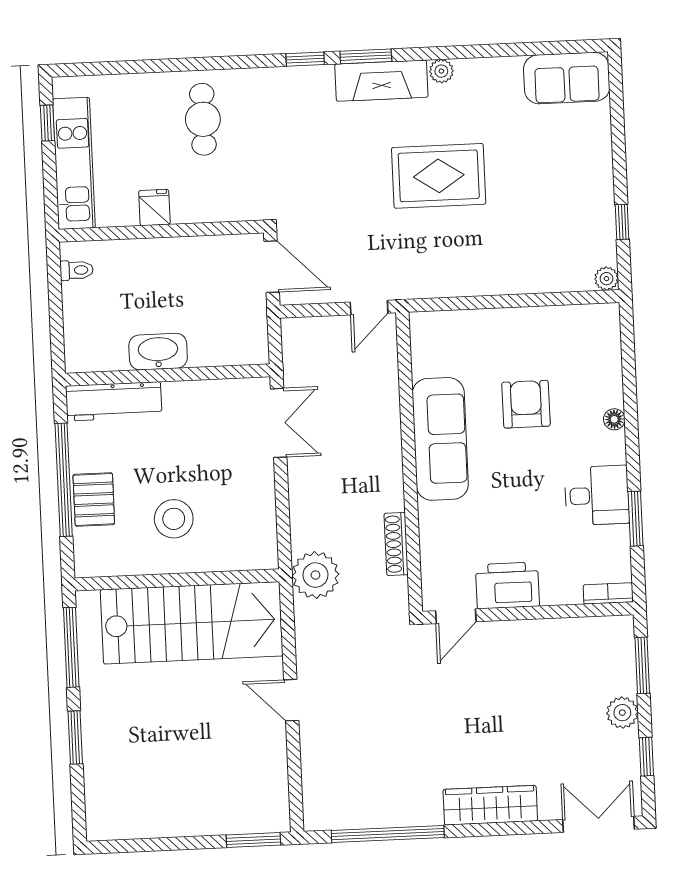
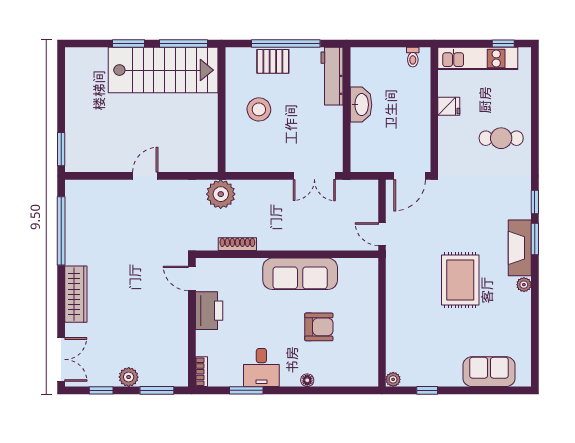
sofa: (567, 78) -> (489, 372), moved, turned 90
stairs: (192, 623) -> (163, 70), moved, turned -90

